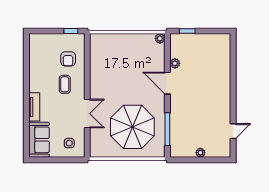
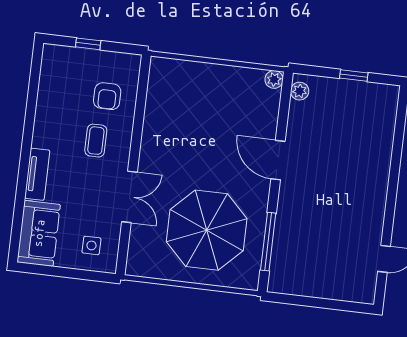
window: (71, 31) -> (88, 44), moved
window: (187, 31) -> (354, 76), moved
plant: (175, 63) -> (300, 91), moved
plant: (200, 153) -> (322, 290), removed

